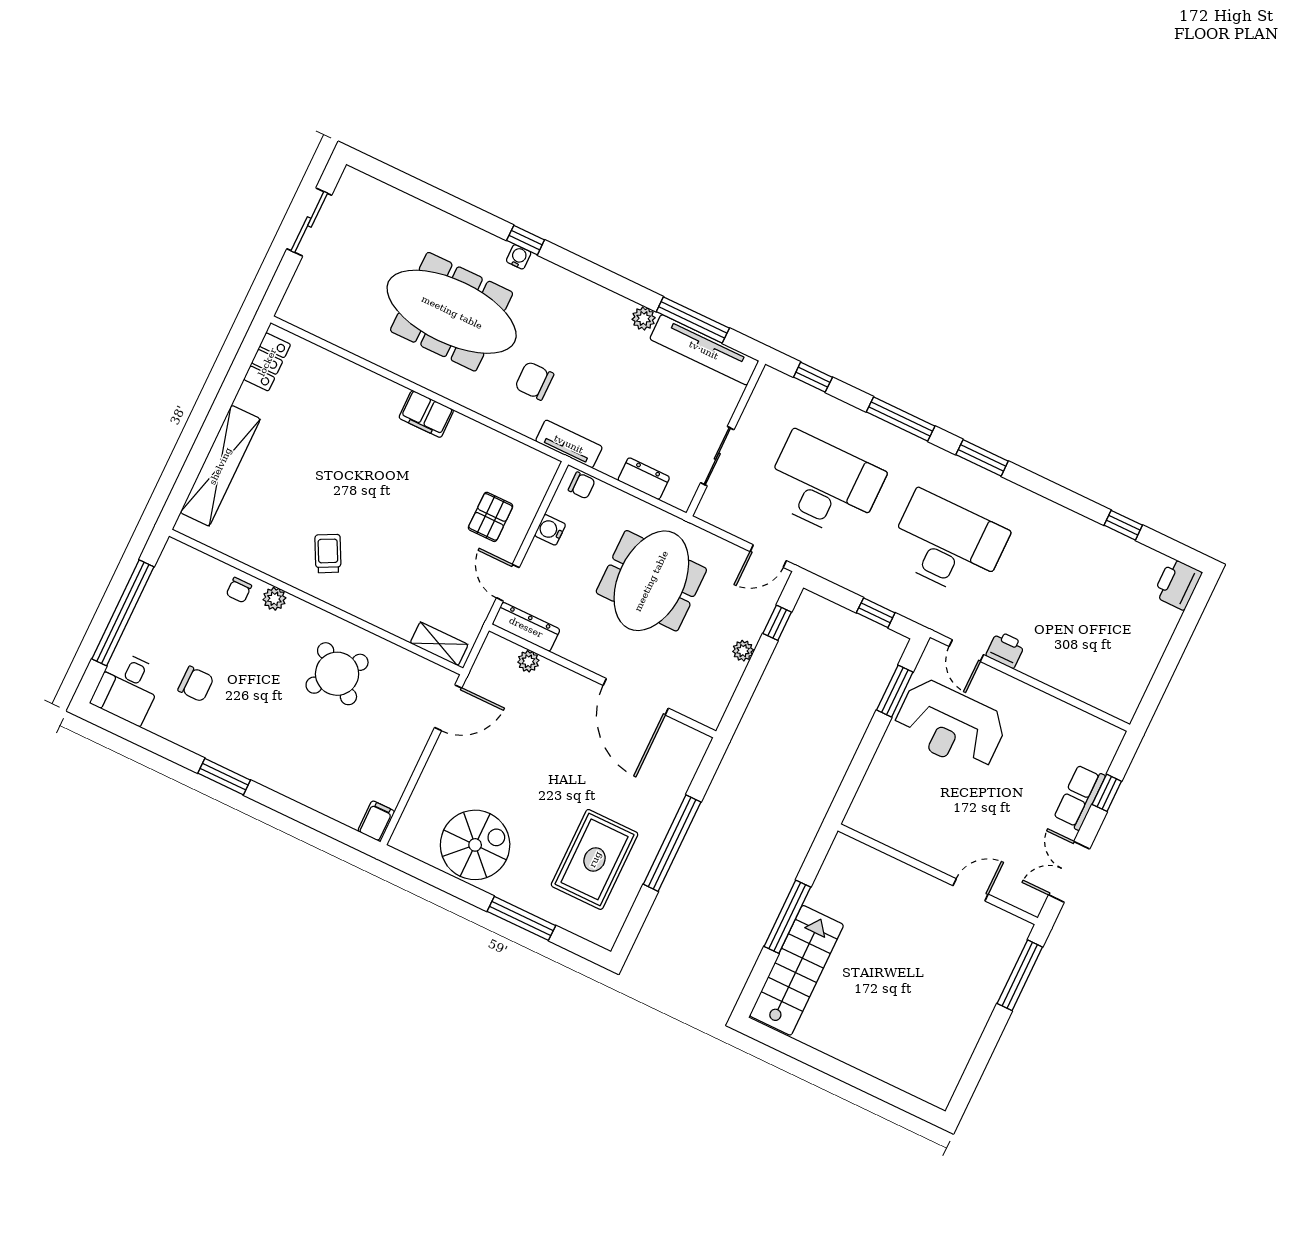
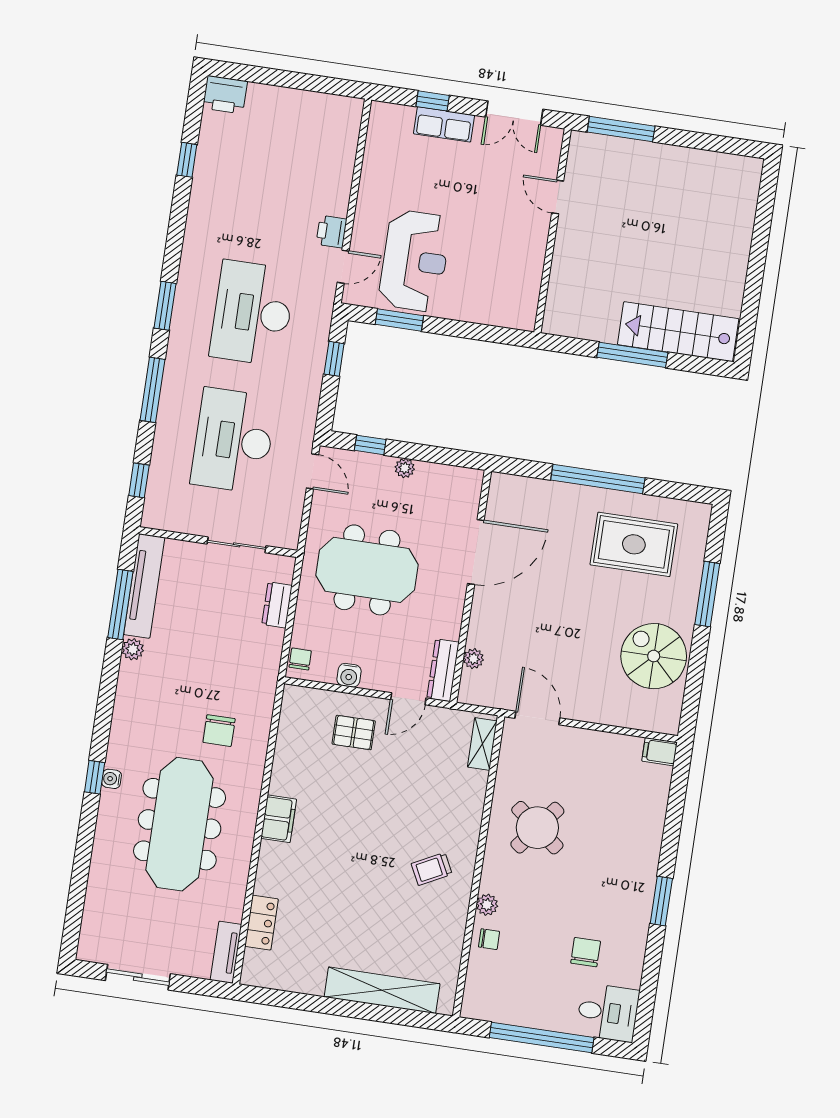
locker: (267, 362) -> (261, 923), moved, turned 90
tv unit: (569, 444) -> (226, 952), moved

